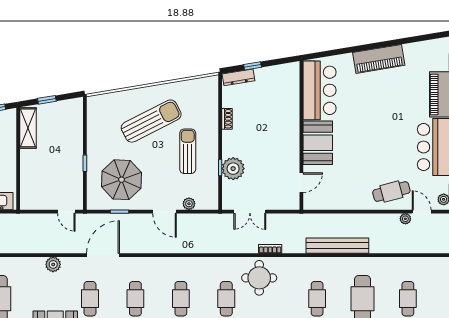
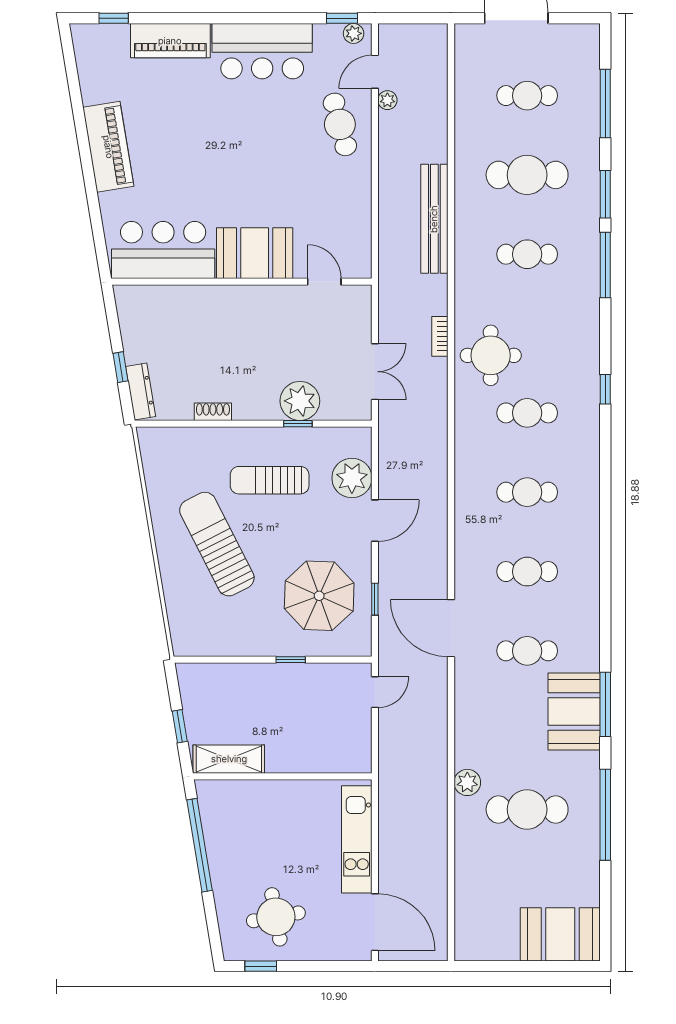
plant: (189, 204) -> (352, 478), width x1.87, depth x1.87
plant: (53, 264) -> (467, 782), moved

